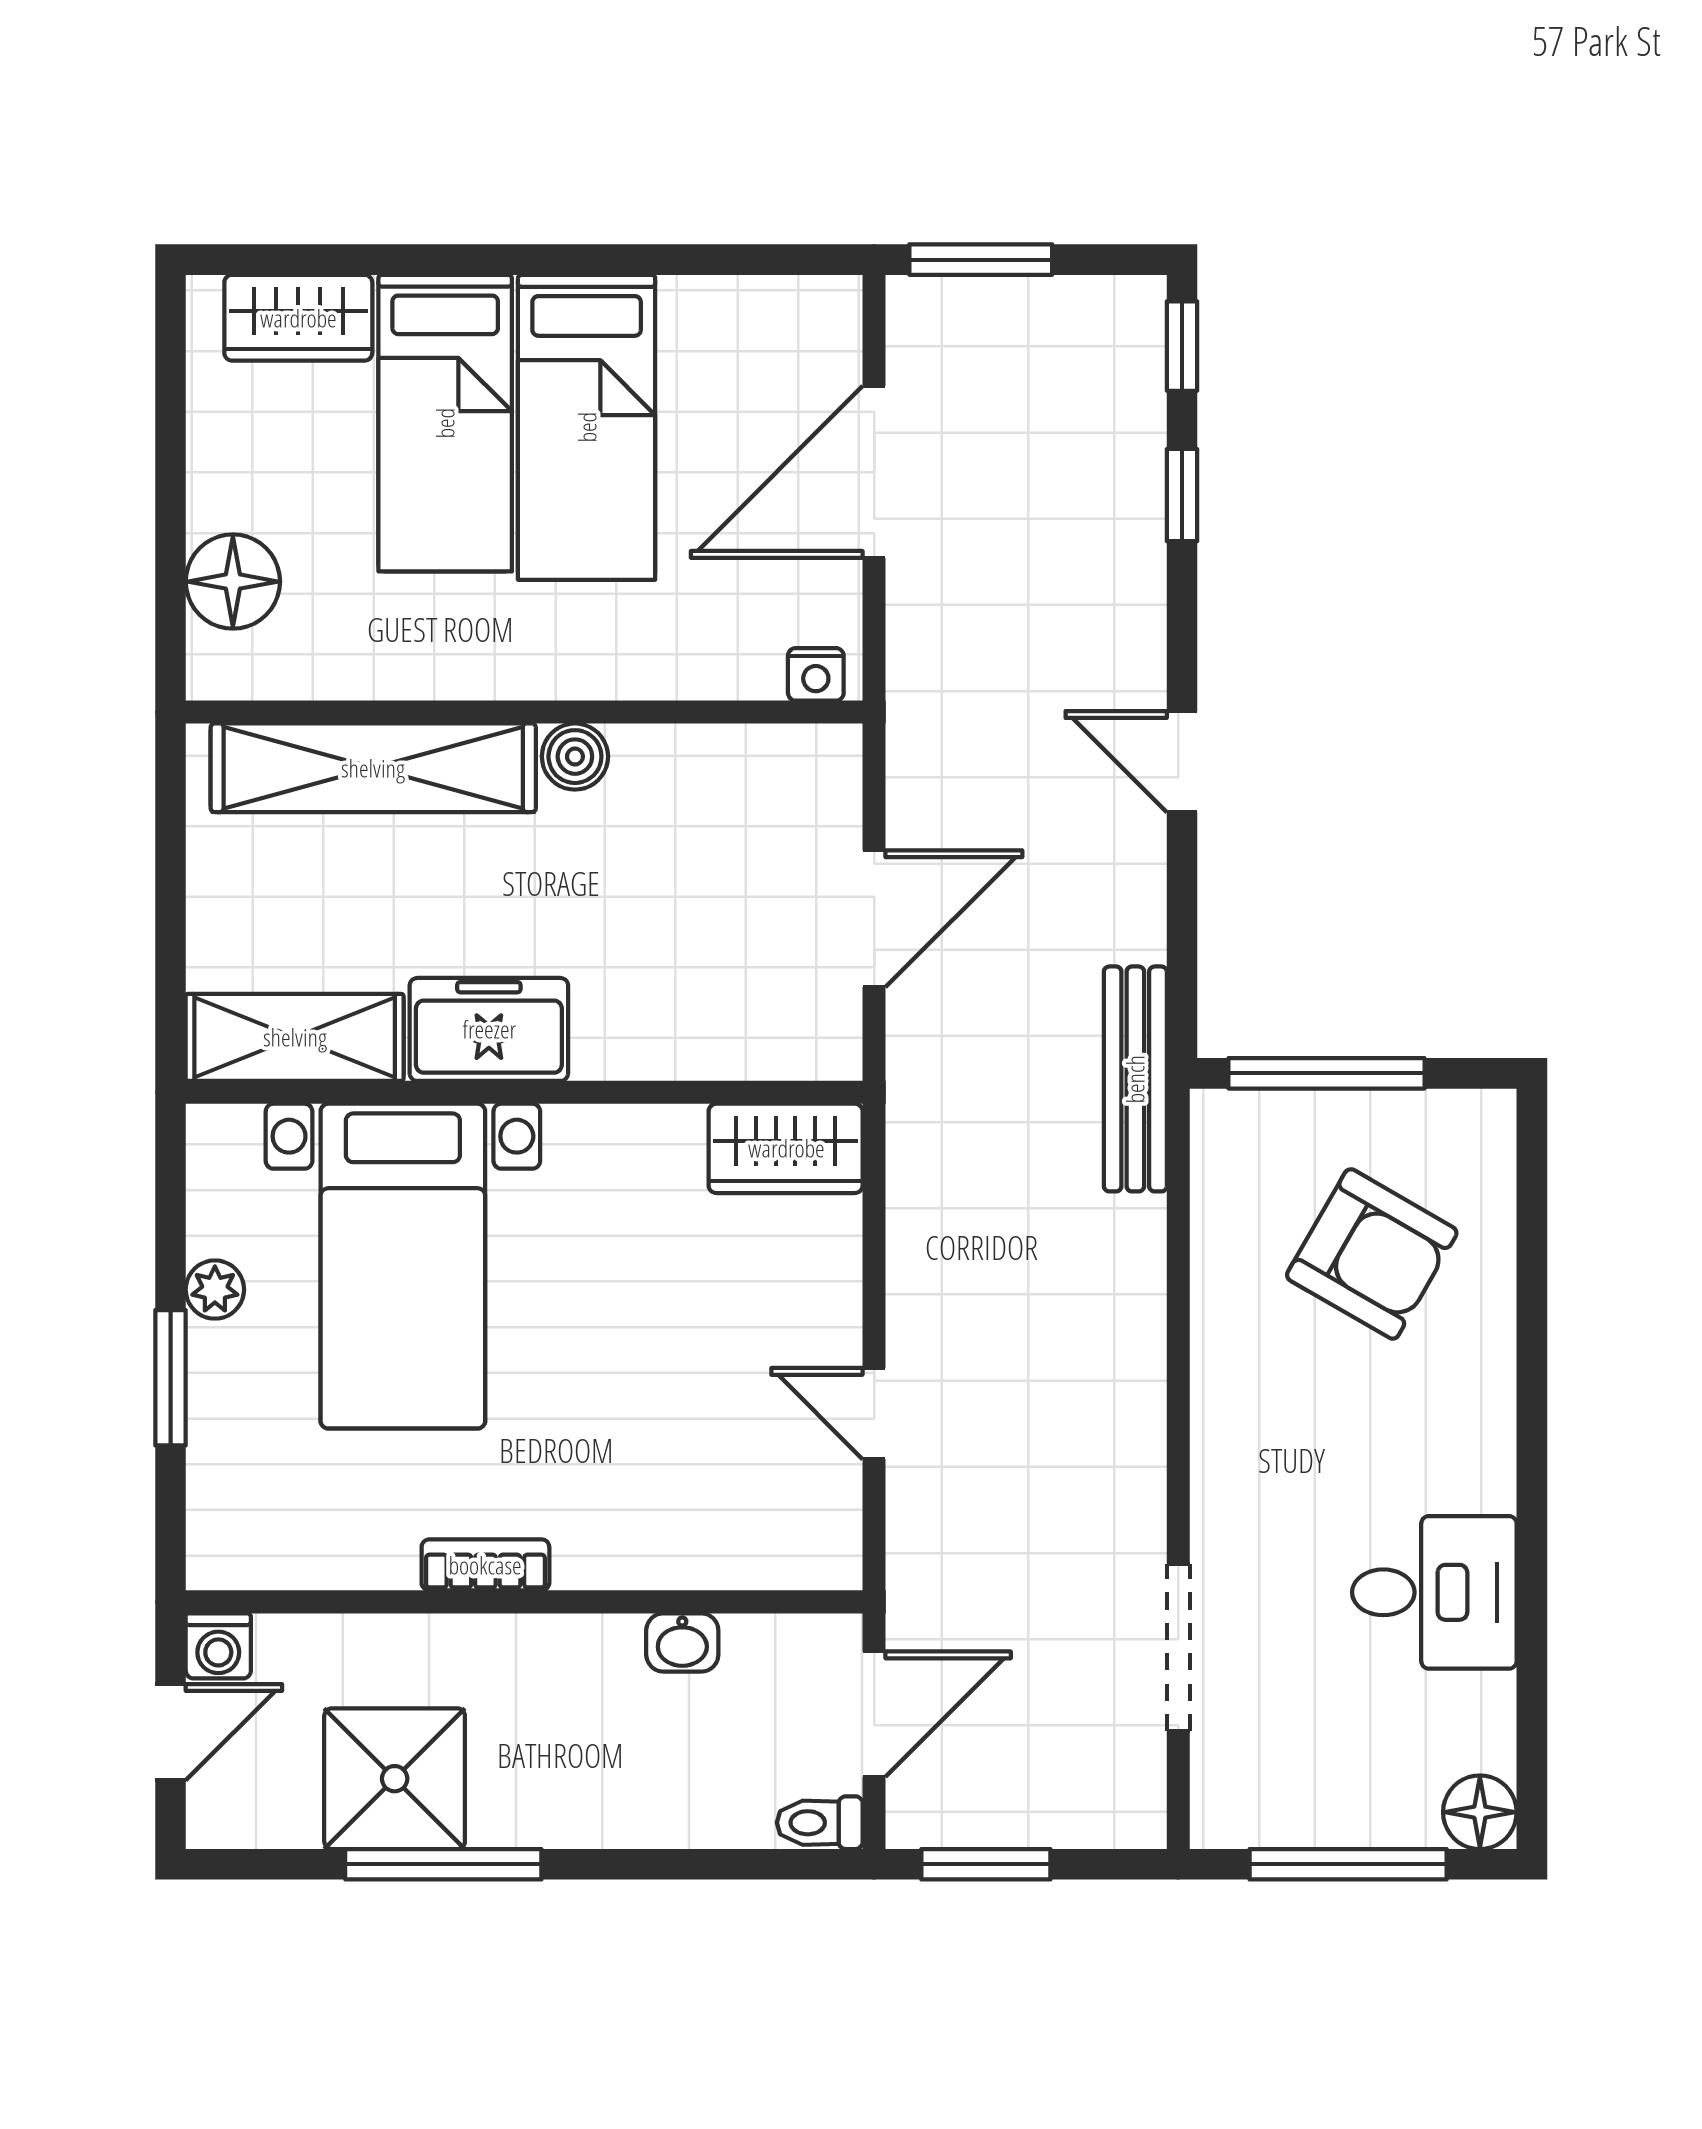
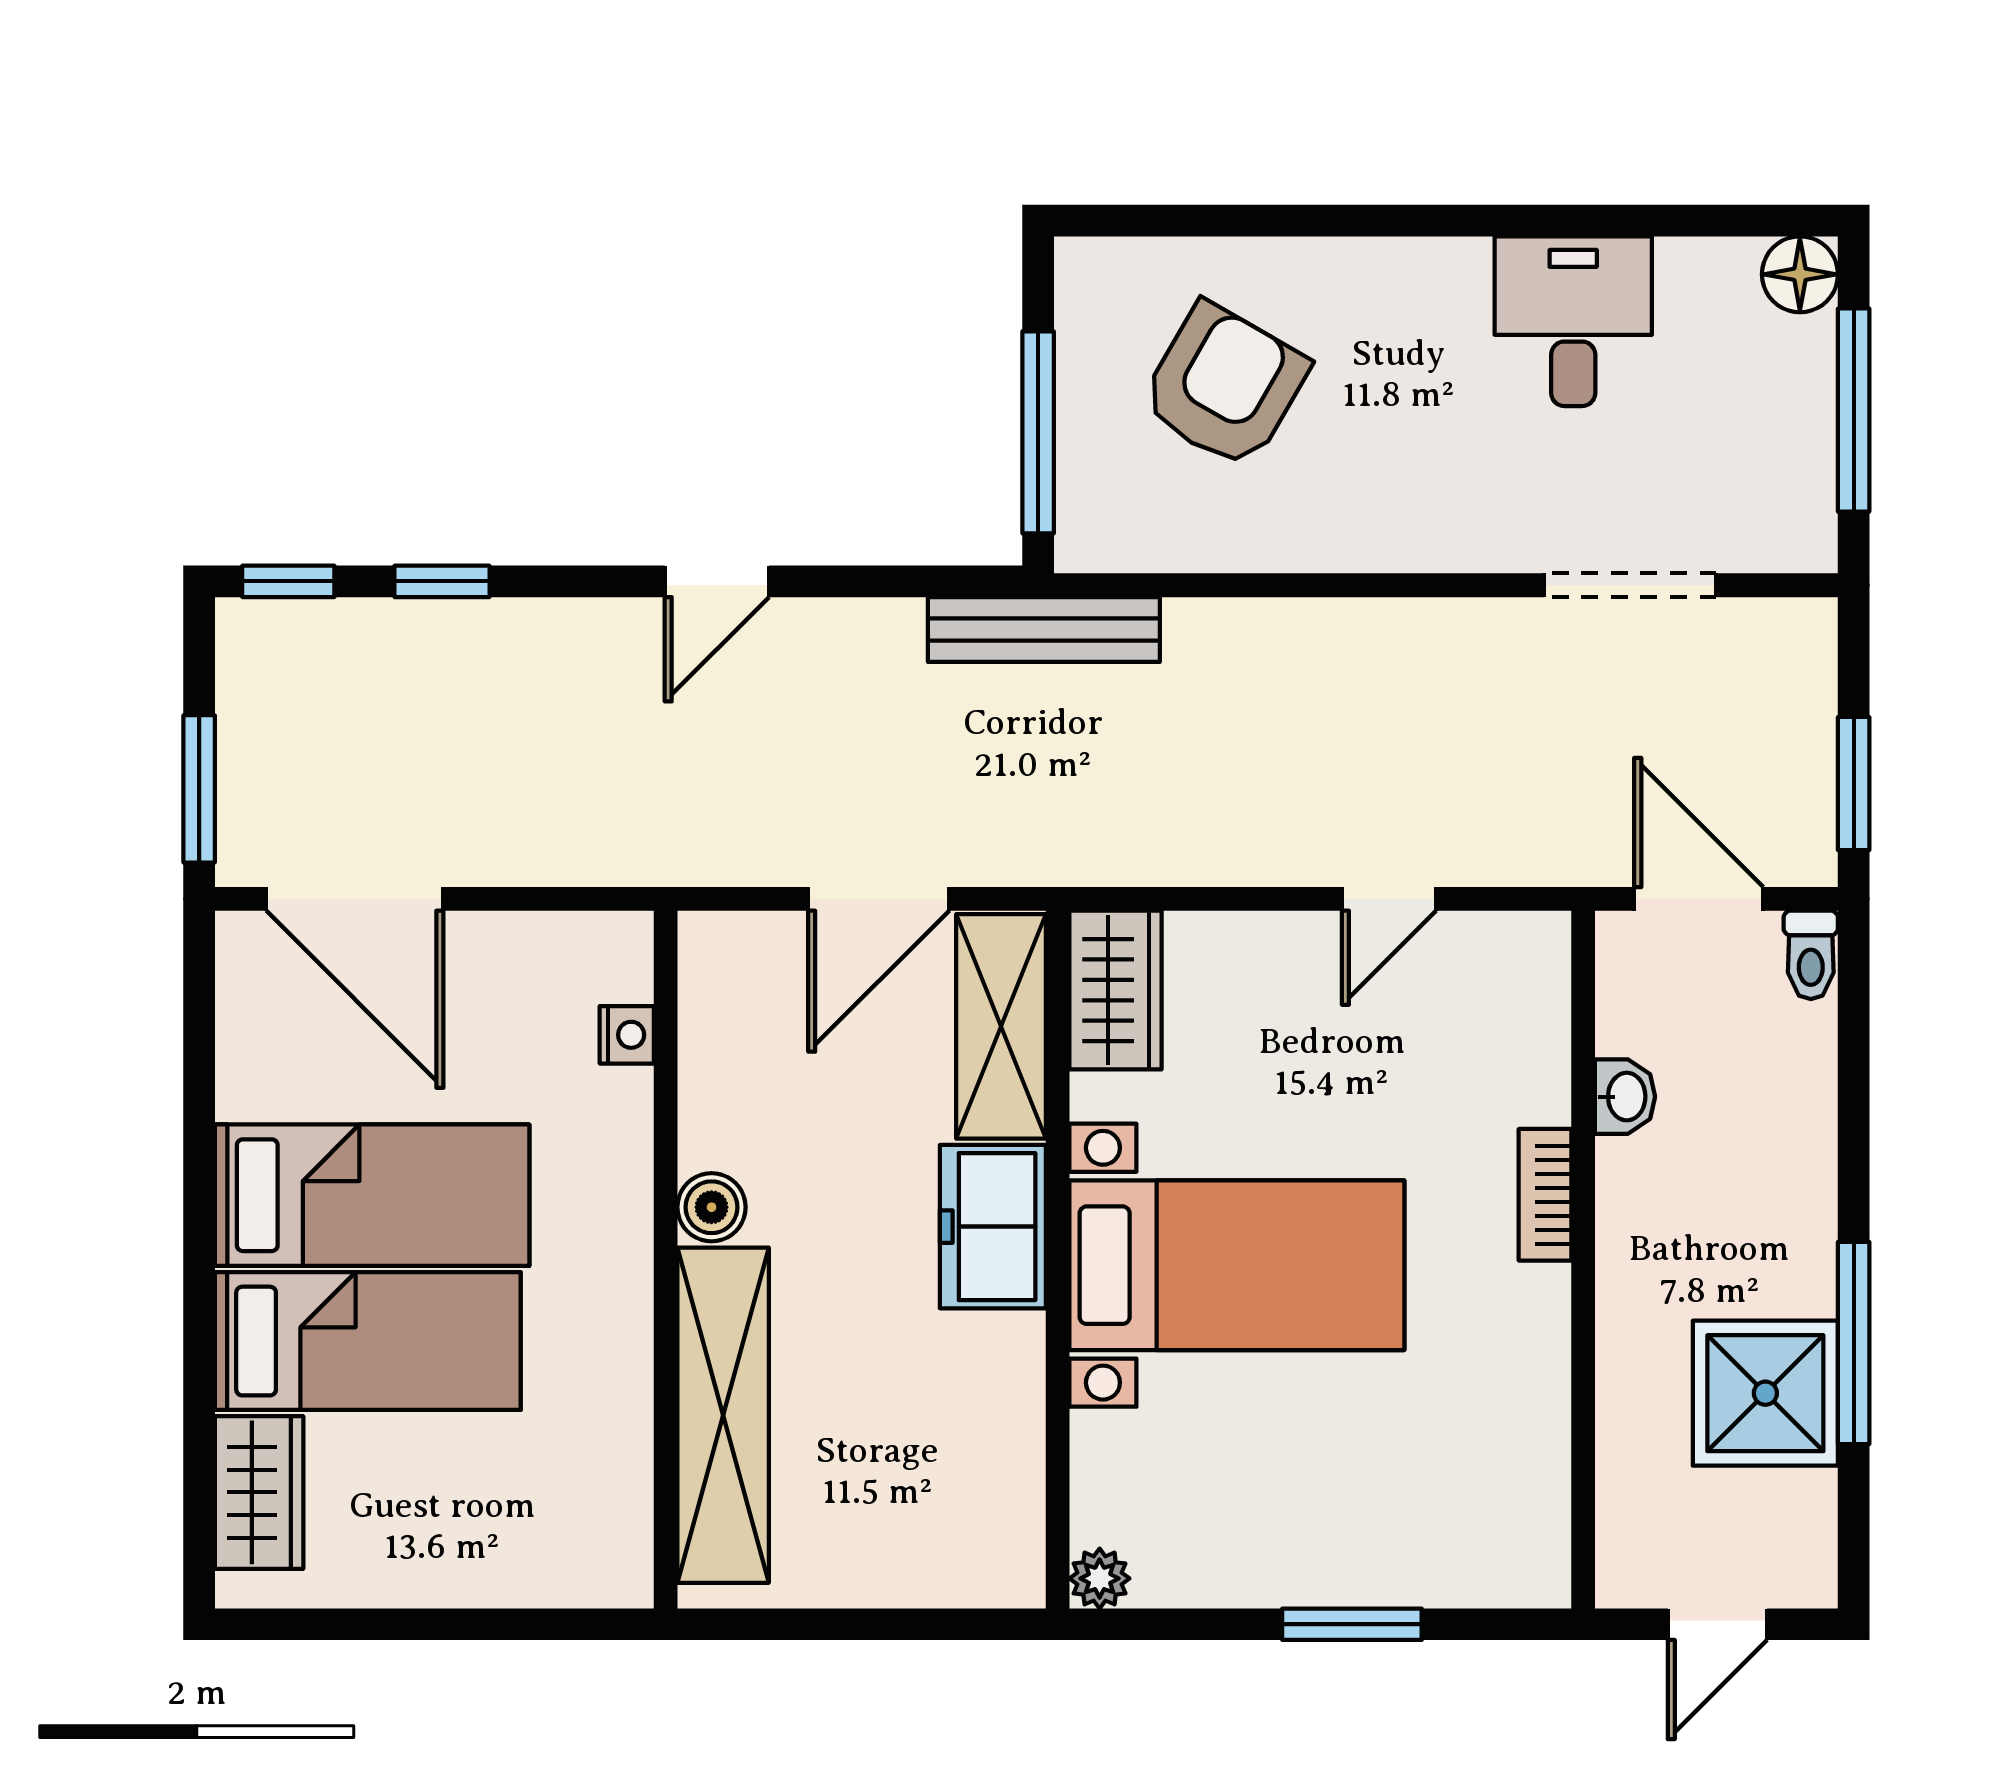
door: (874, 472) -> (355, 899), moved
floor lamp: (233, 582) -> (531, 1560), removed
nightstand: (816, 674) -> (627, 1035), moved
door: (874, 919) -> (879, 899), swing flipped
freezer: (489, 1029) -> (993, 1227), moved
shelving: (295, 1037) -> (1001, 1026), moved
bed with nightstands: (403, 1266) -> (1237, 1265), moved
plant: (215, 1290) -> (1100, 1578), moved
bookcase: (485, 1565) -> (1545, 1195), moved
washing machine: (218, 1646) -> (1628, 1575), removed
door: (171, 1732) -> (1717, 1624), swing flipped

